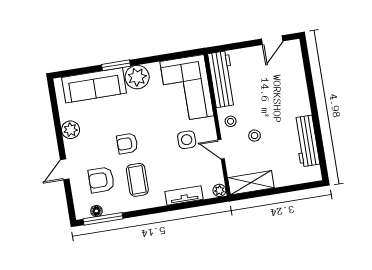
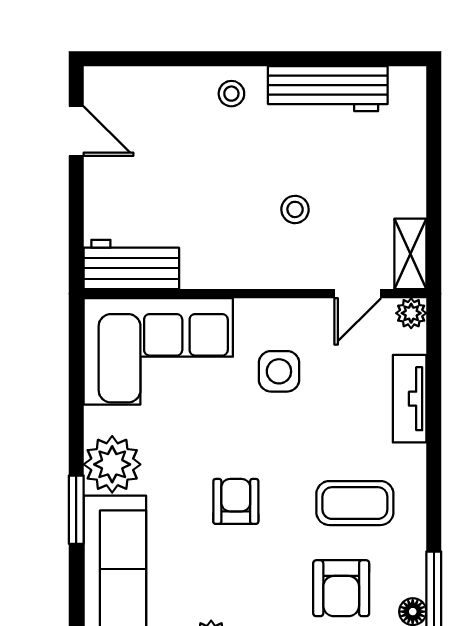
workbench: (222, 79) -> (131, 264), width x0.73
stool: (231, 121) -> (231, 94), moved
armchair: (127, 144) -> (236, 501), moved, turned 180
door: (221, 149) -> (358, 294), moved
shelving: (251, 183) -> (410, 254), width x0.67, depth x0.75

